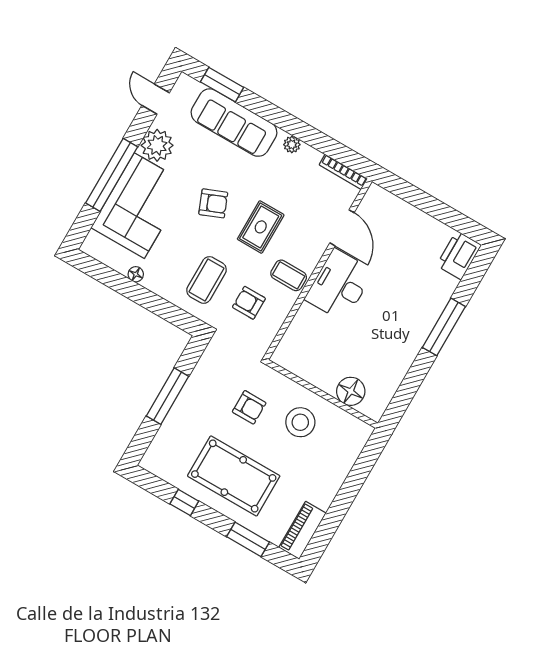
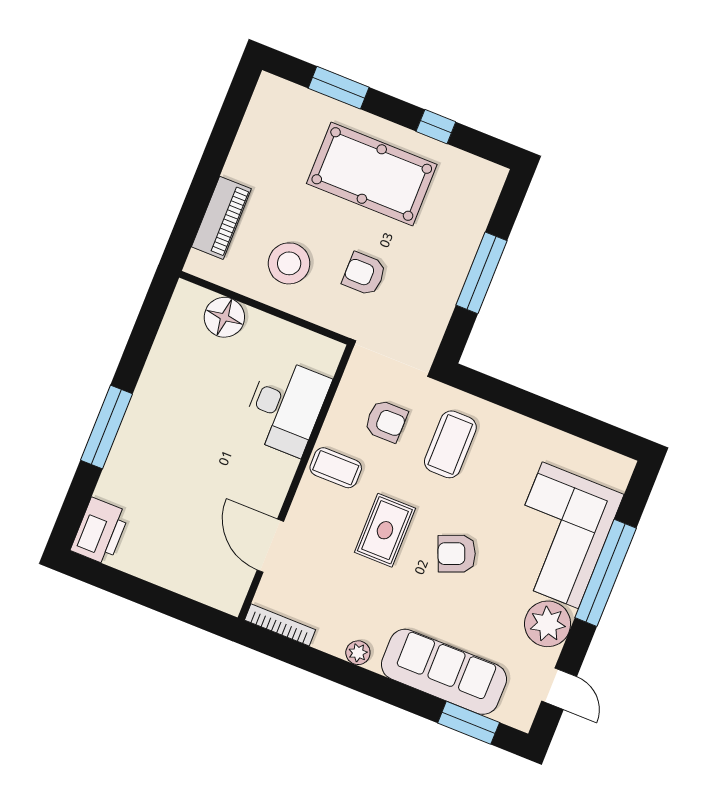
floor lamp: (136, 274) -> (551, 438), removed
desk: (339, 285) -> (286, 407), moved
piano: (302, 530) -> (221, 218), moved

